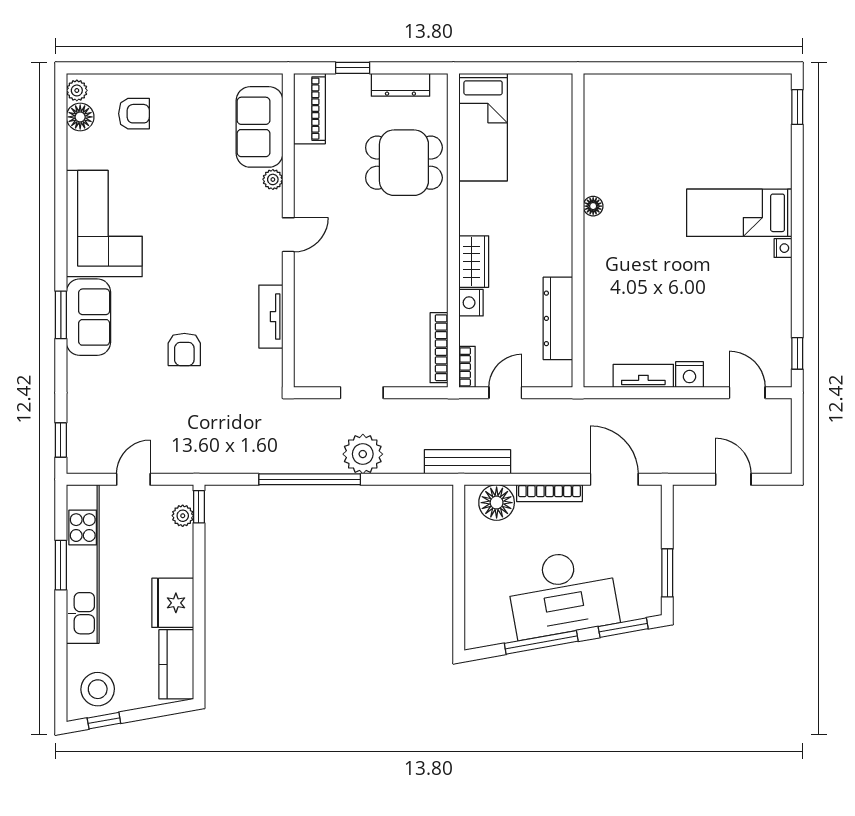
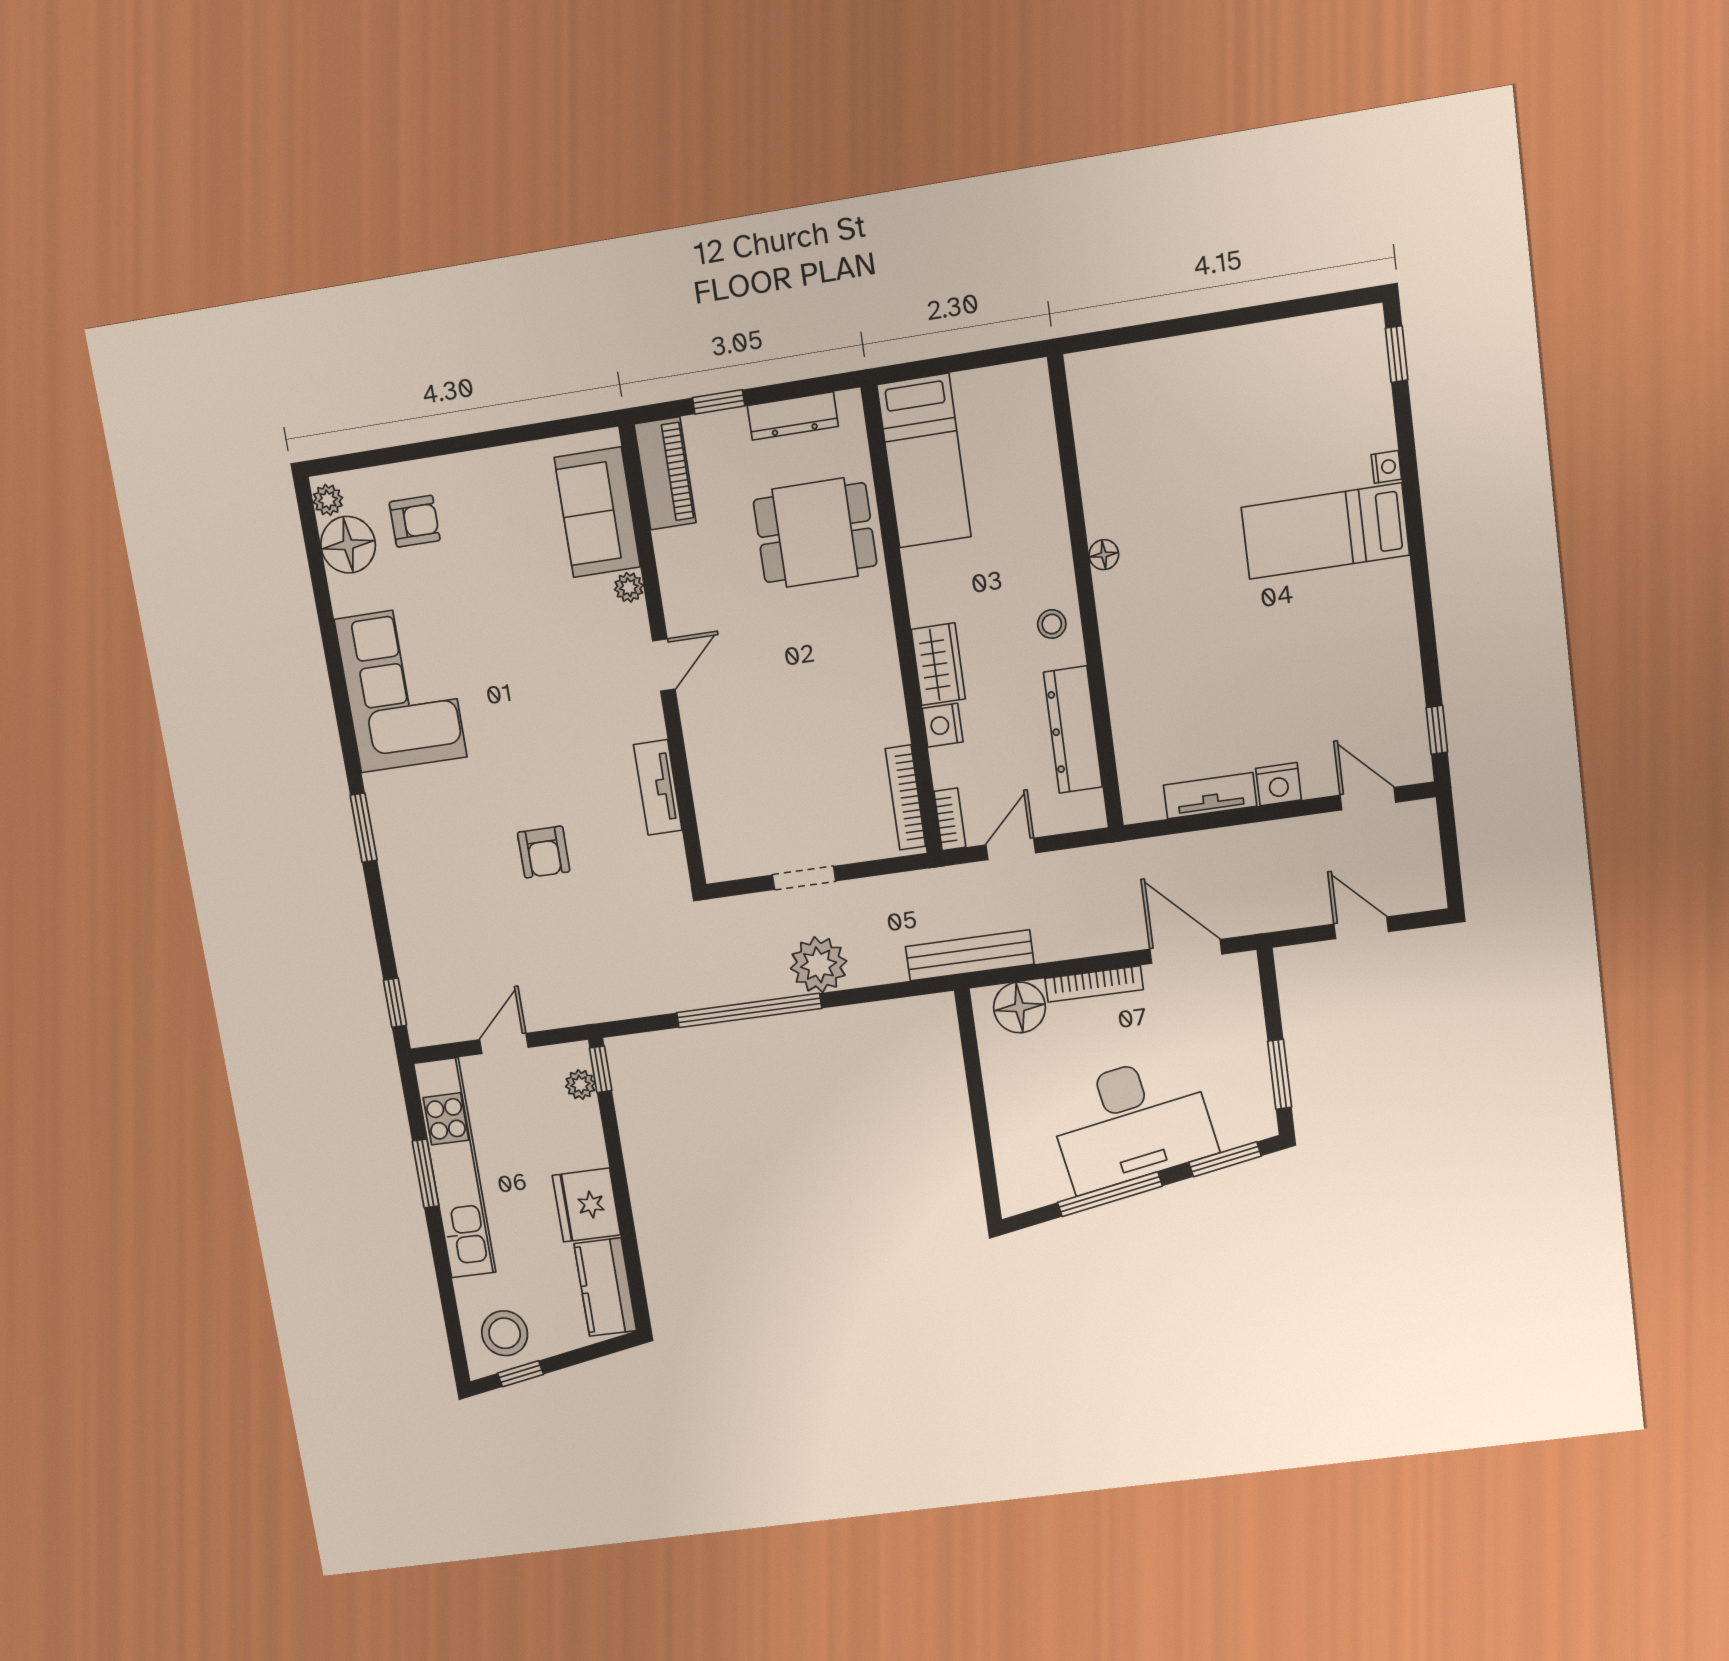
floor lamp: (80, 117) -> (348, 545), width x1.38, depth x1.38
stool: (553, 246) -> (1052, 624), added
nightstand: (783, 248) -> (1386, 467), moved
sofa: (88, 317) -> (402, 825), removed

